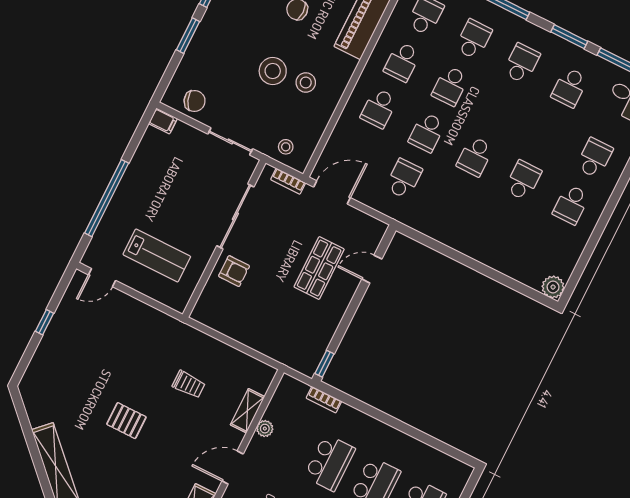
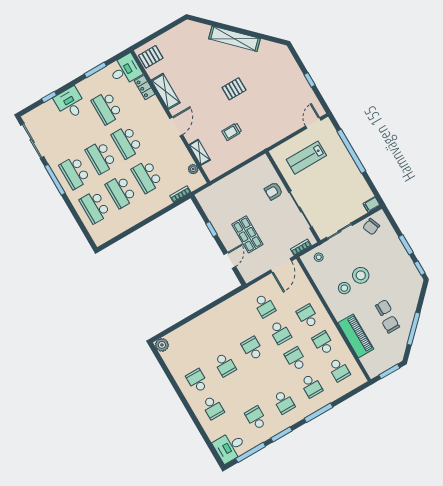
school desk: (427, 132) -> (280, 332), turned 180
window: (324, 364) -> (212, 229), moved
plant: (265, 429) -> (193, 169), moved

